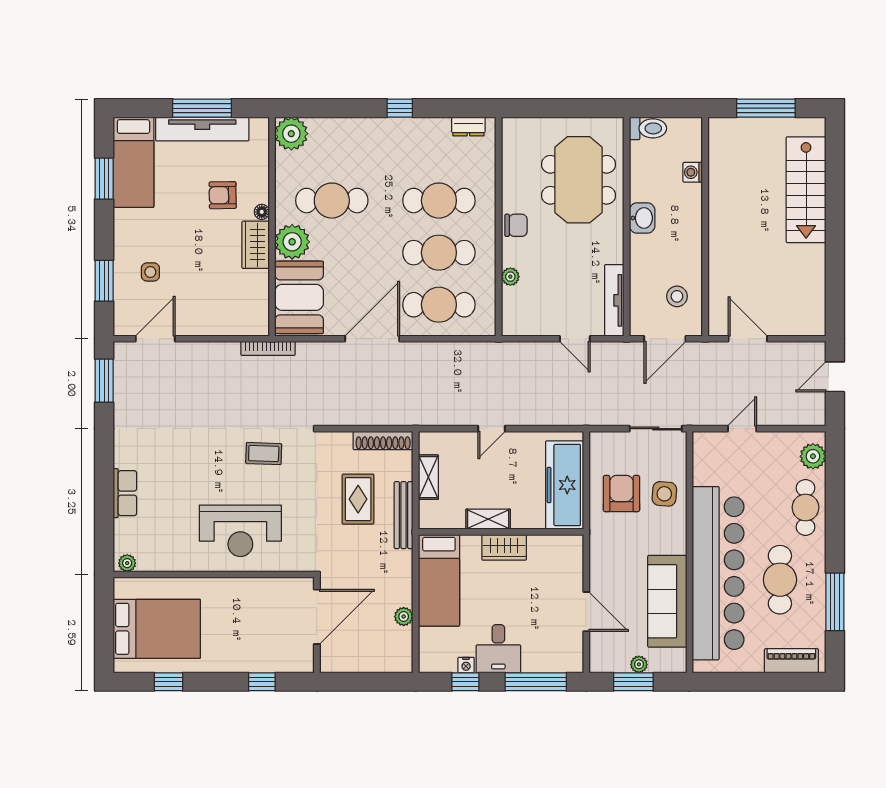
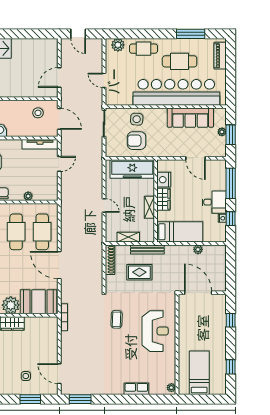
nightstand: (543, 548) -> (164, 180), added
door: (586, 612) -> (196, 158), swing flipped
bed: (157, 629) -> (199, 373), width x0.67

